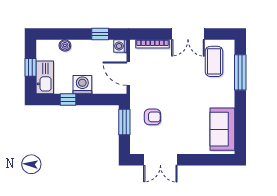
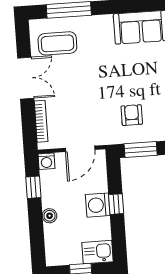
boiler: (65, 45) -> (50, 216), moved
kitchen sink: (45, 77) -> (98, 252), width x0.73
window: (68, 99) -> (116, 204), moved

